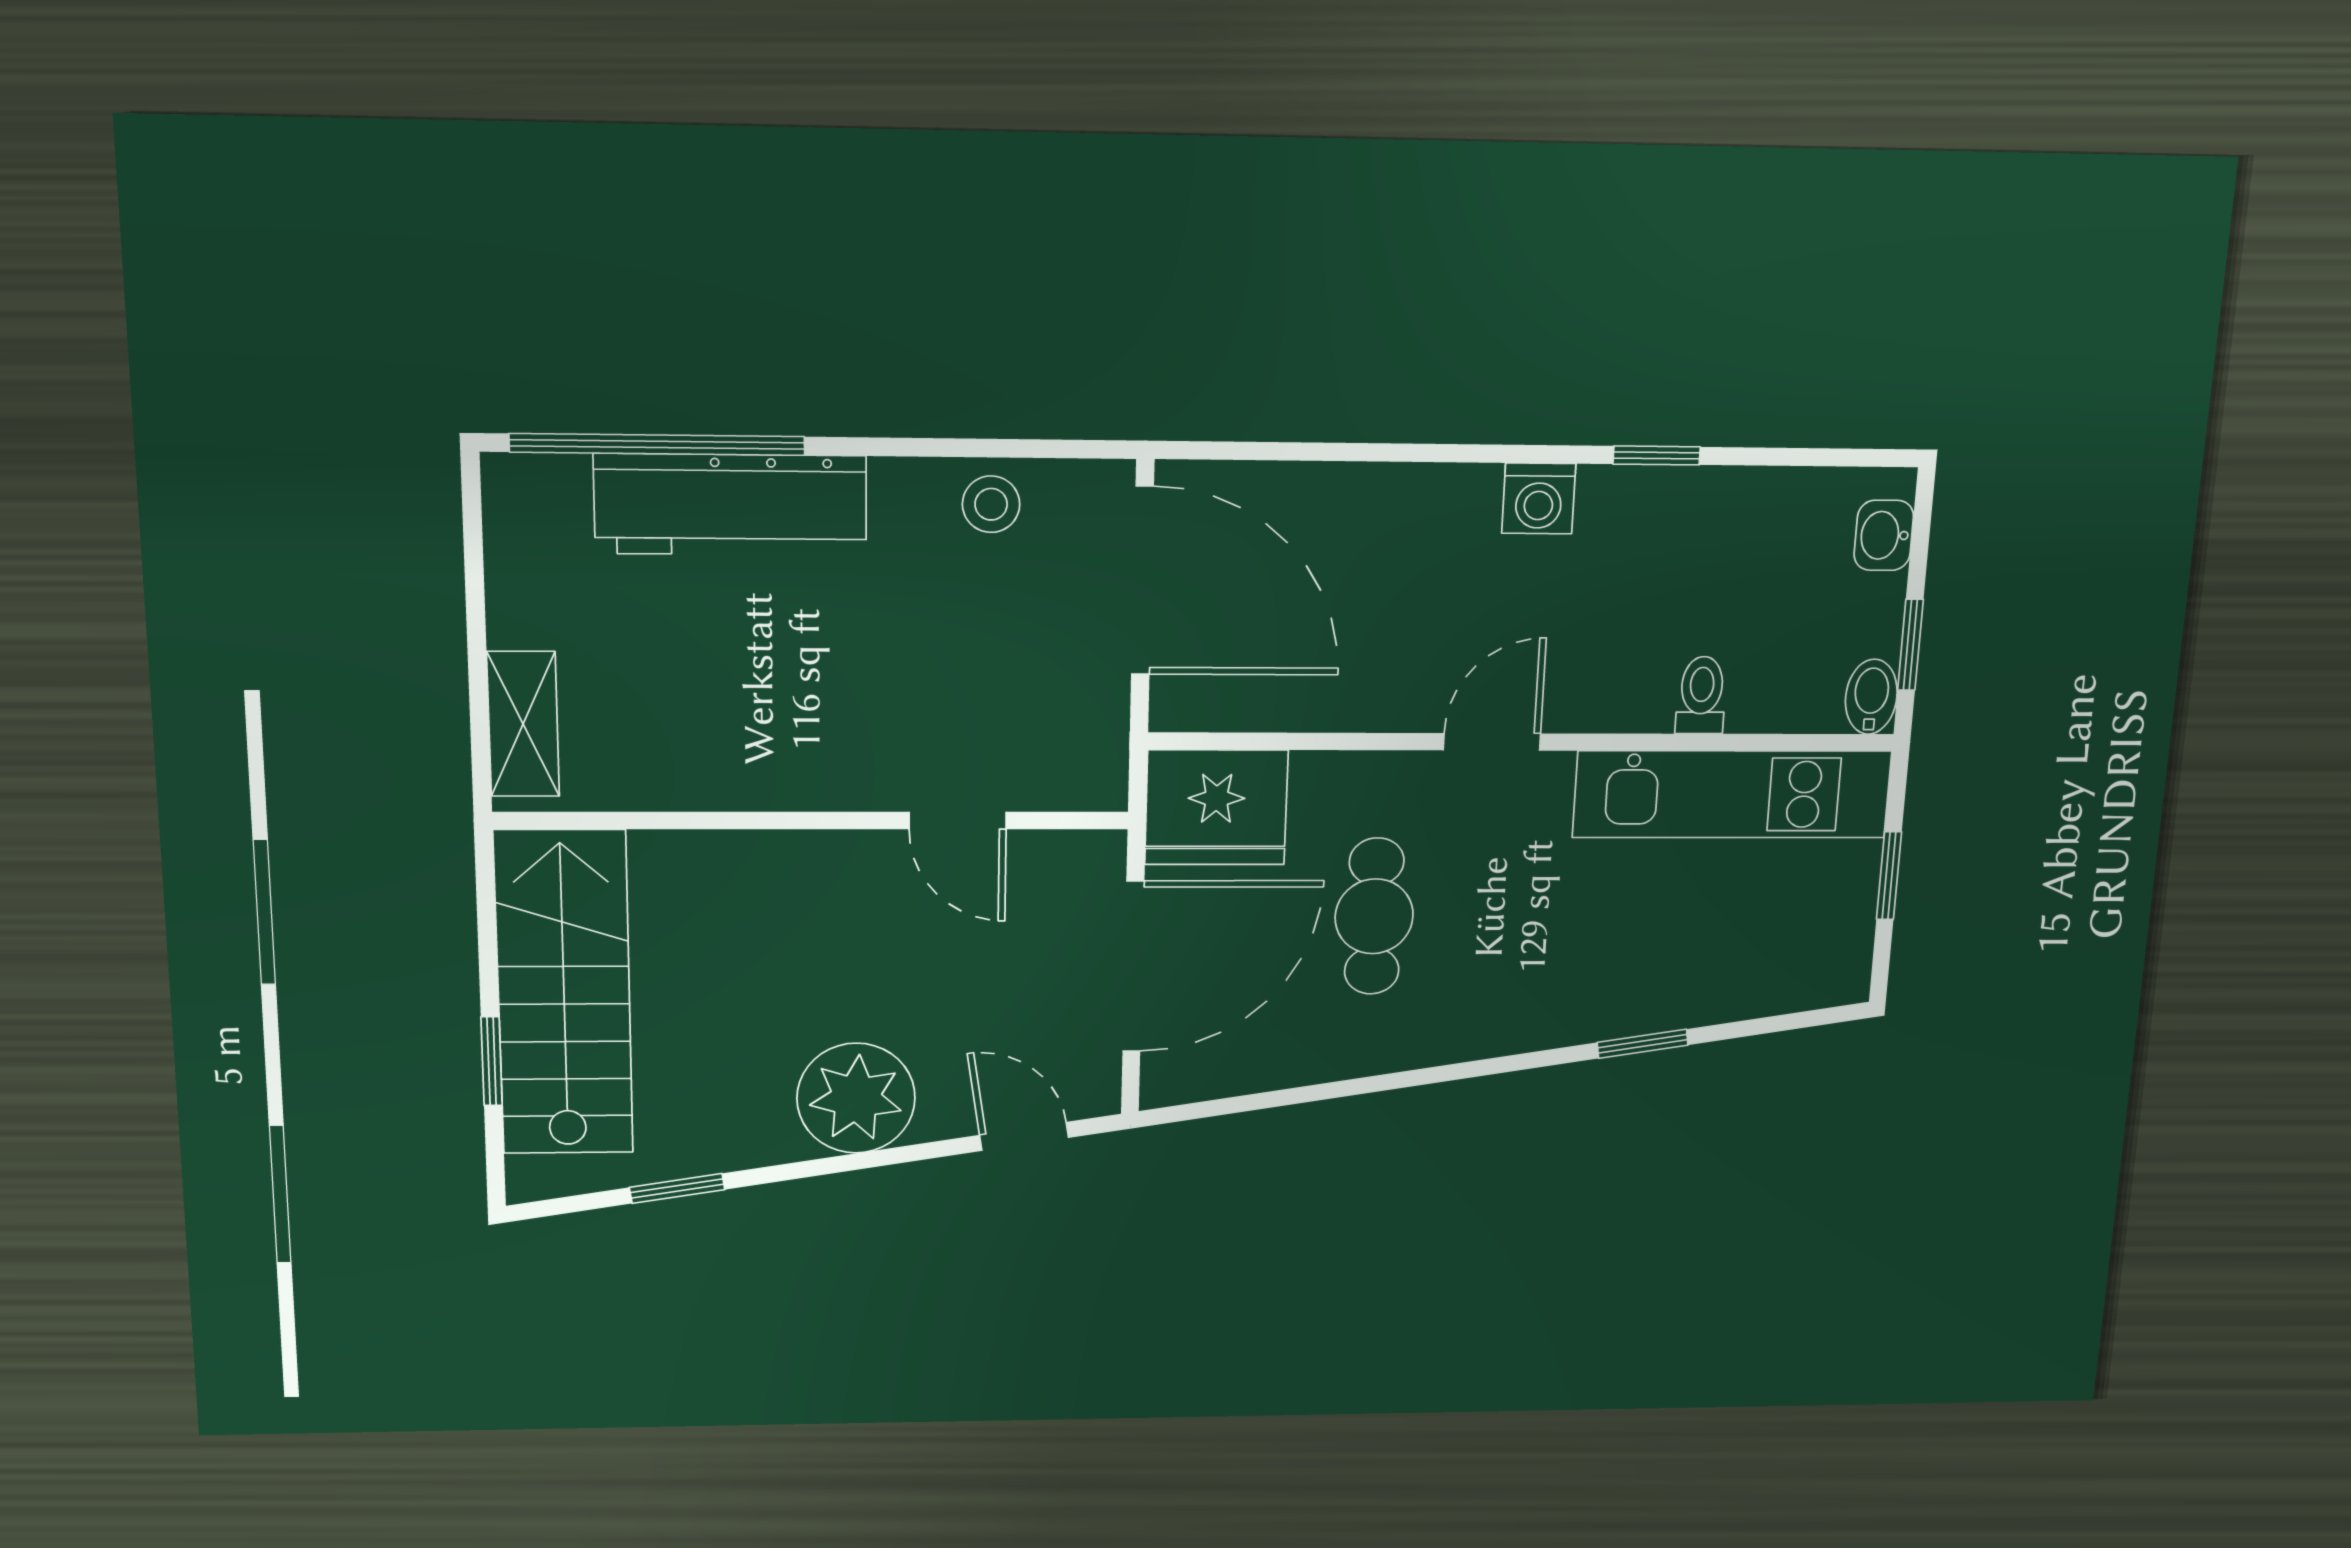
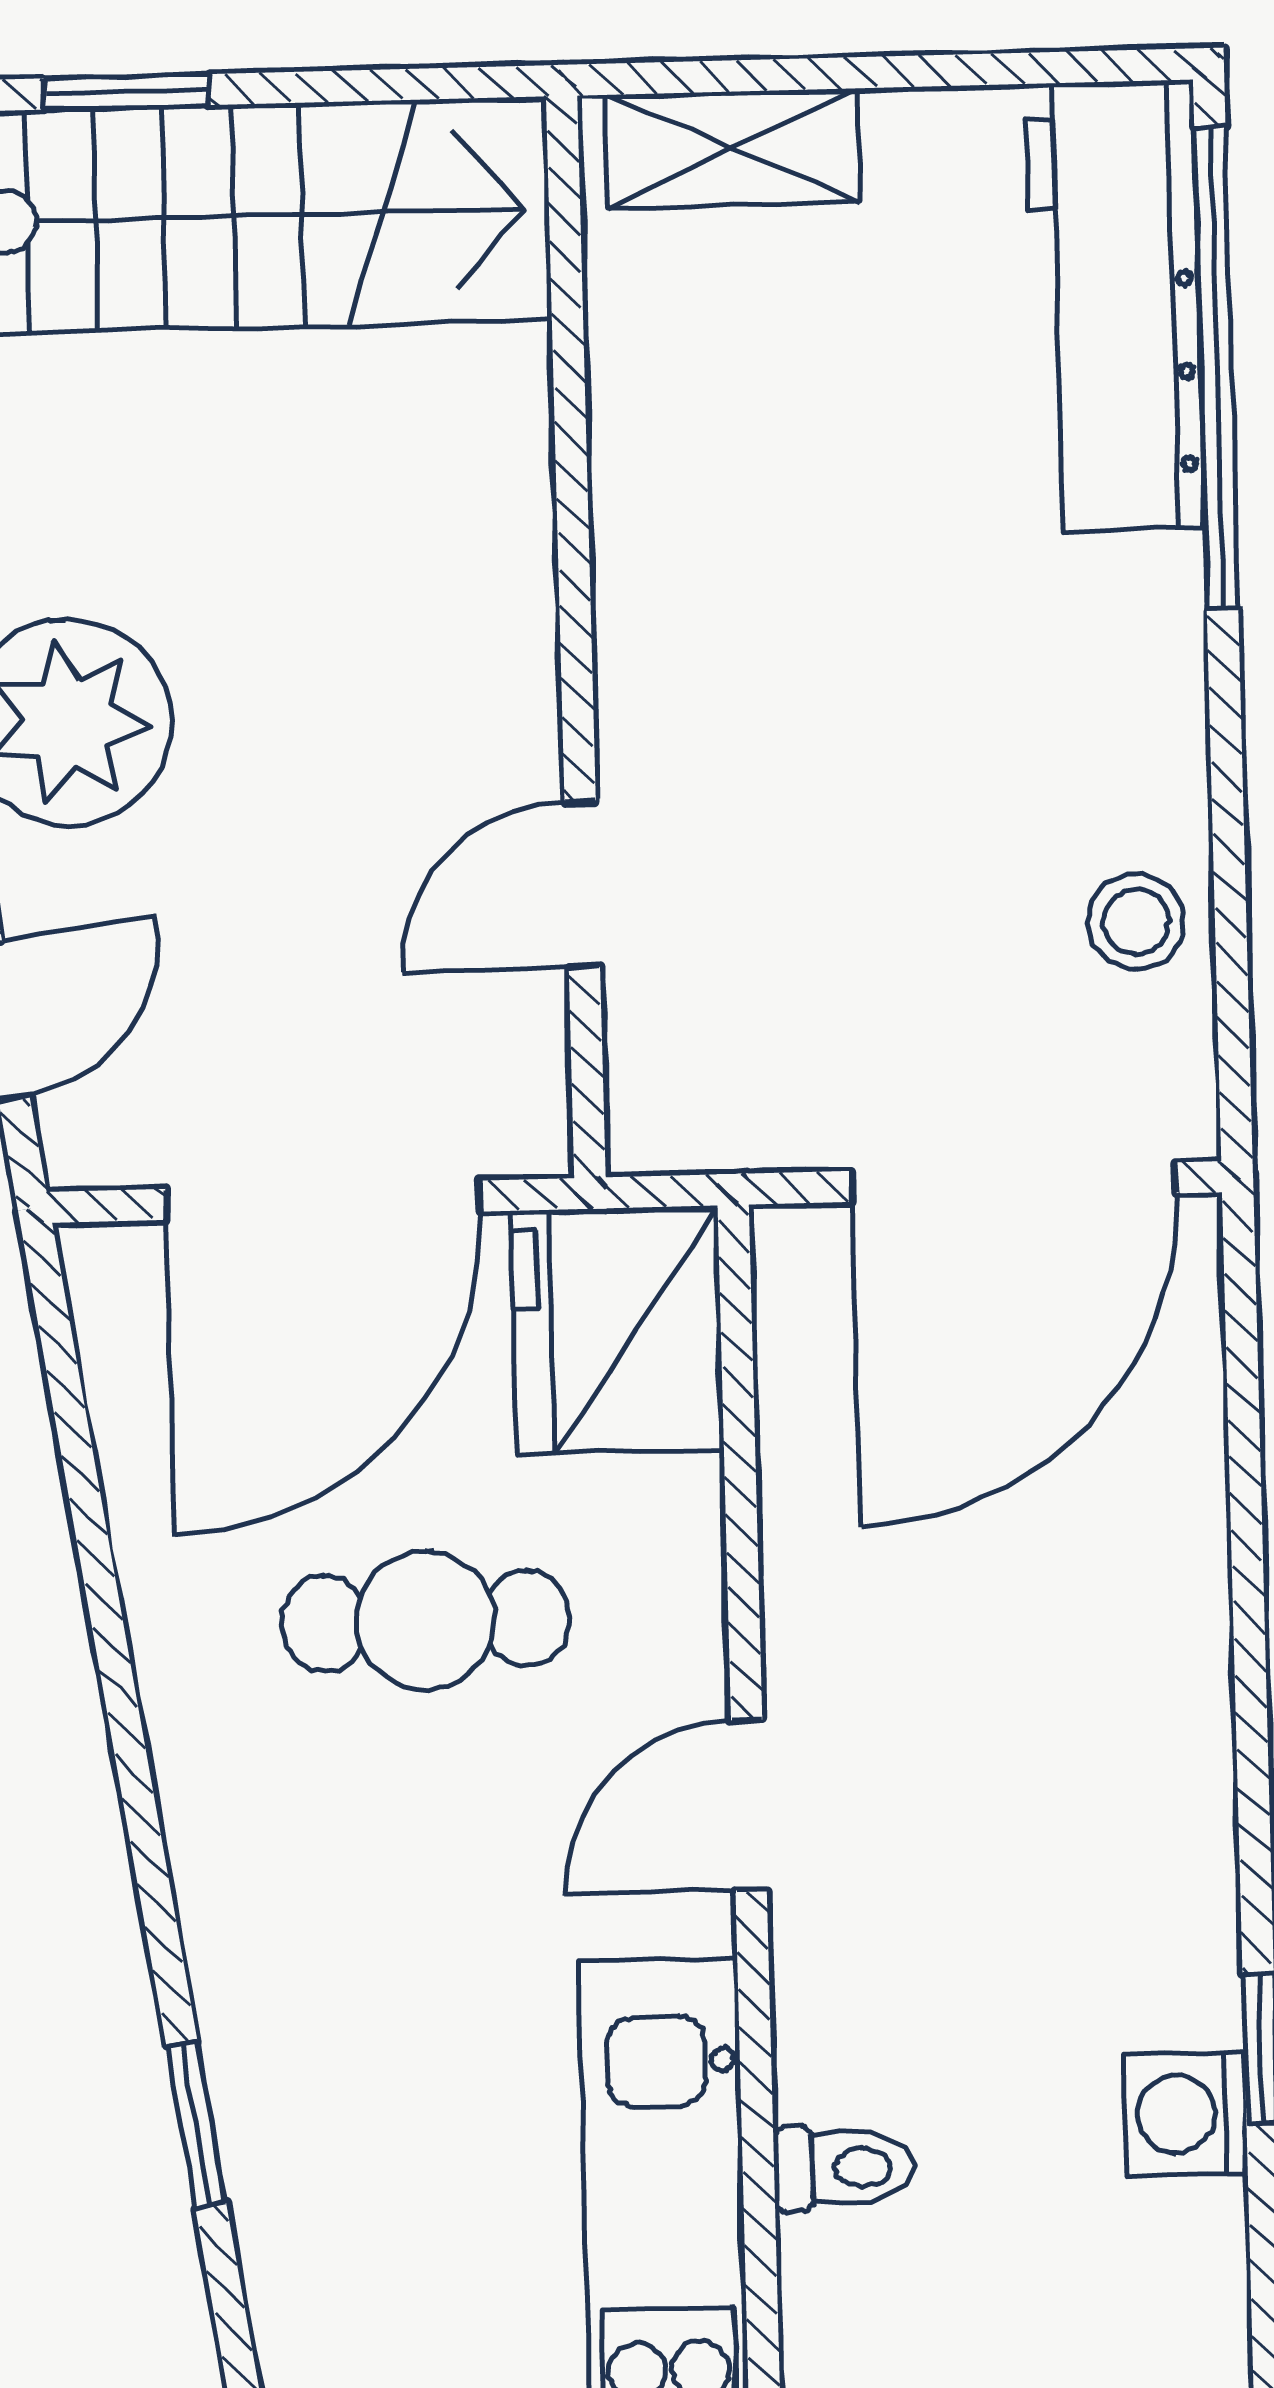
washing machine: (1539, 499) -> (1186, 2114), moved
workbench: (731, 505) -> (1115, 306), moved
door: (1492, 742) -> (749, 1805), swing flipped
door: (1133, 967) -> (323, 1200), hinge flipped

